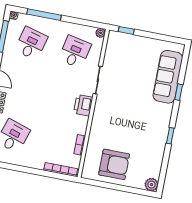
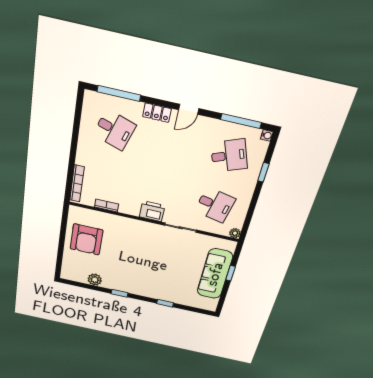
window: (44, 15) -> (263, 172), width x0.46
window: (126, 30) -> (231, 273), moved
desk: (31, 43) -> (229, 156), turned -36
sofa: (168, 77) -> (215, 274), moved, turned -90
plant: (152, 185) -> (95, 280), moved

